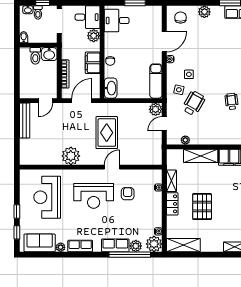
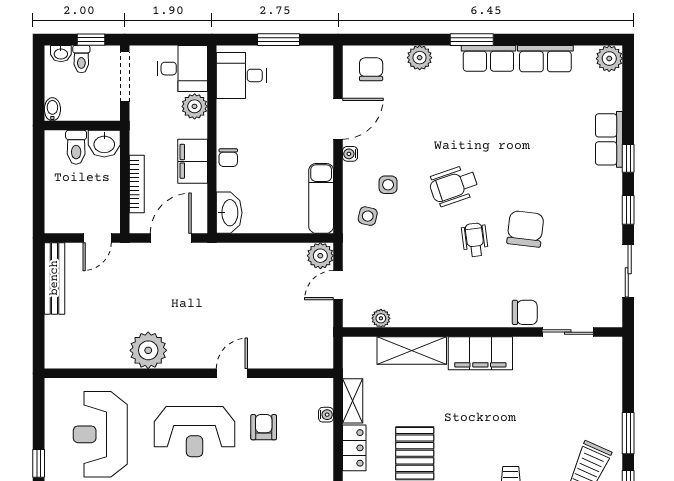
wheelchair: (194, 103) -> (454, 186), moved, turned -139
rug: (107, 133) -> (221, 303), removed

